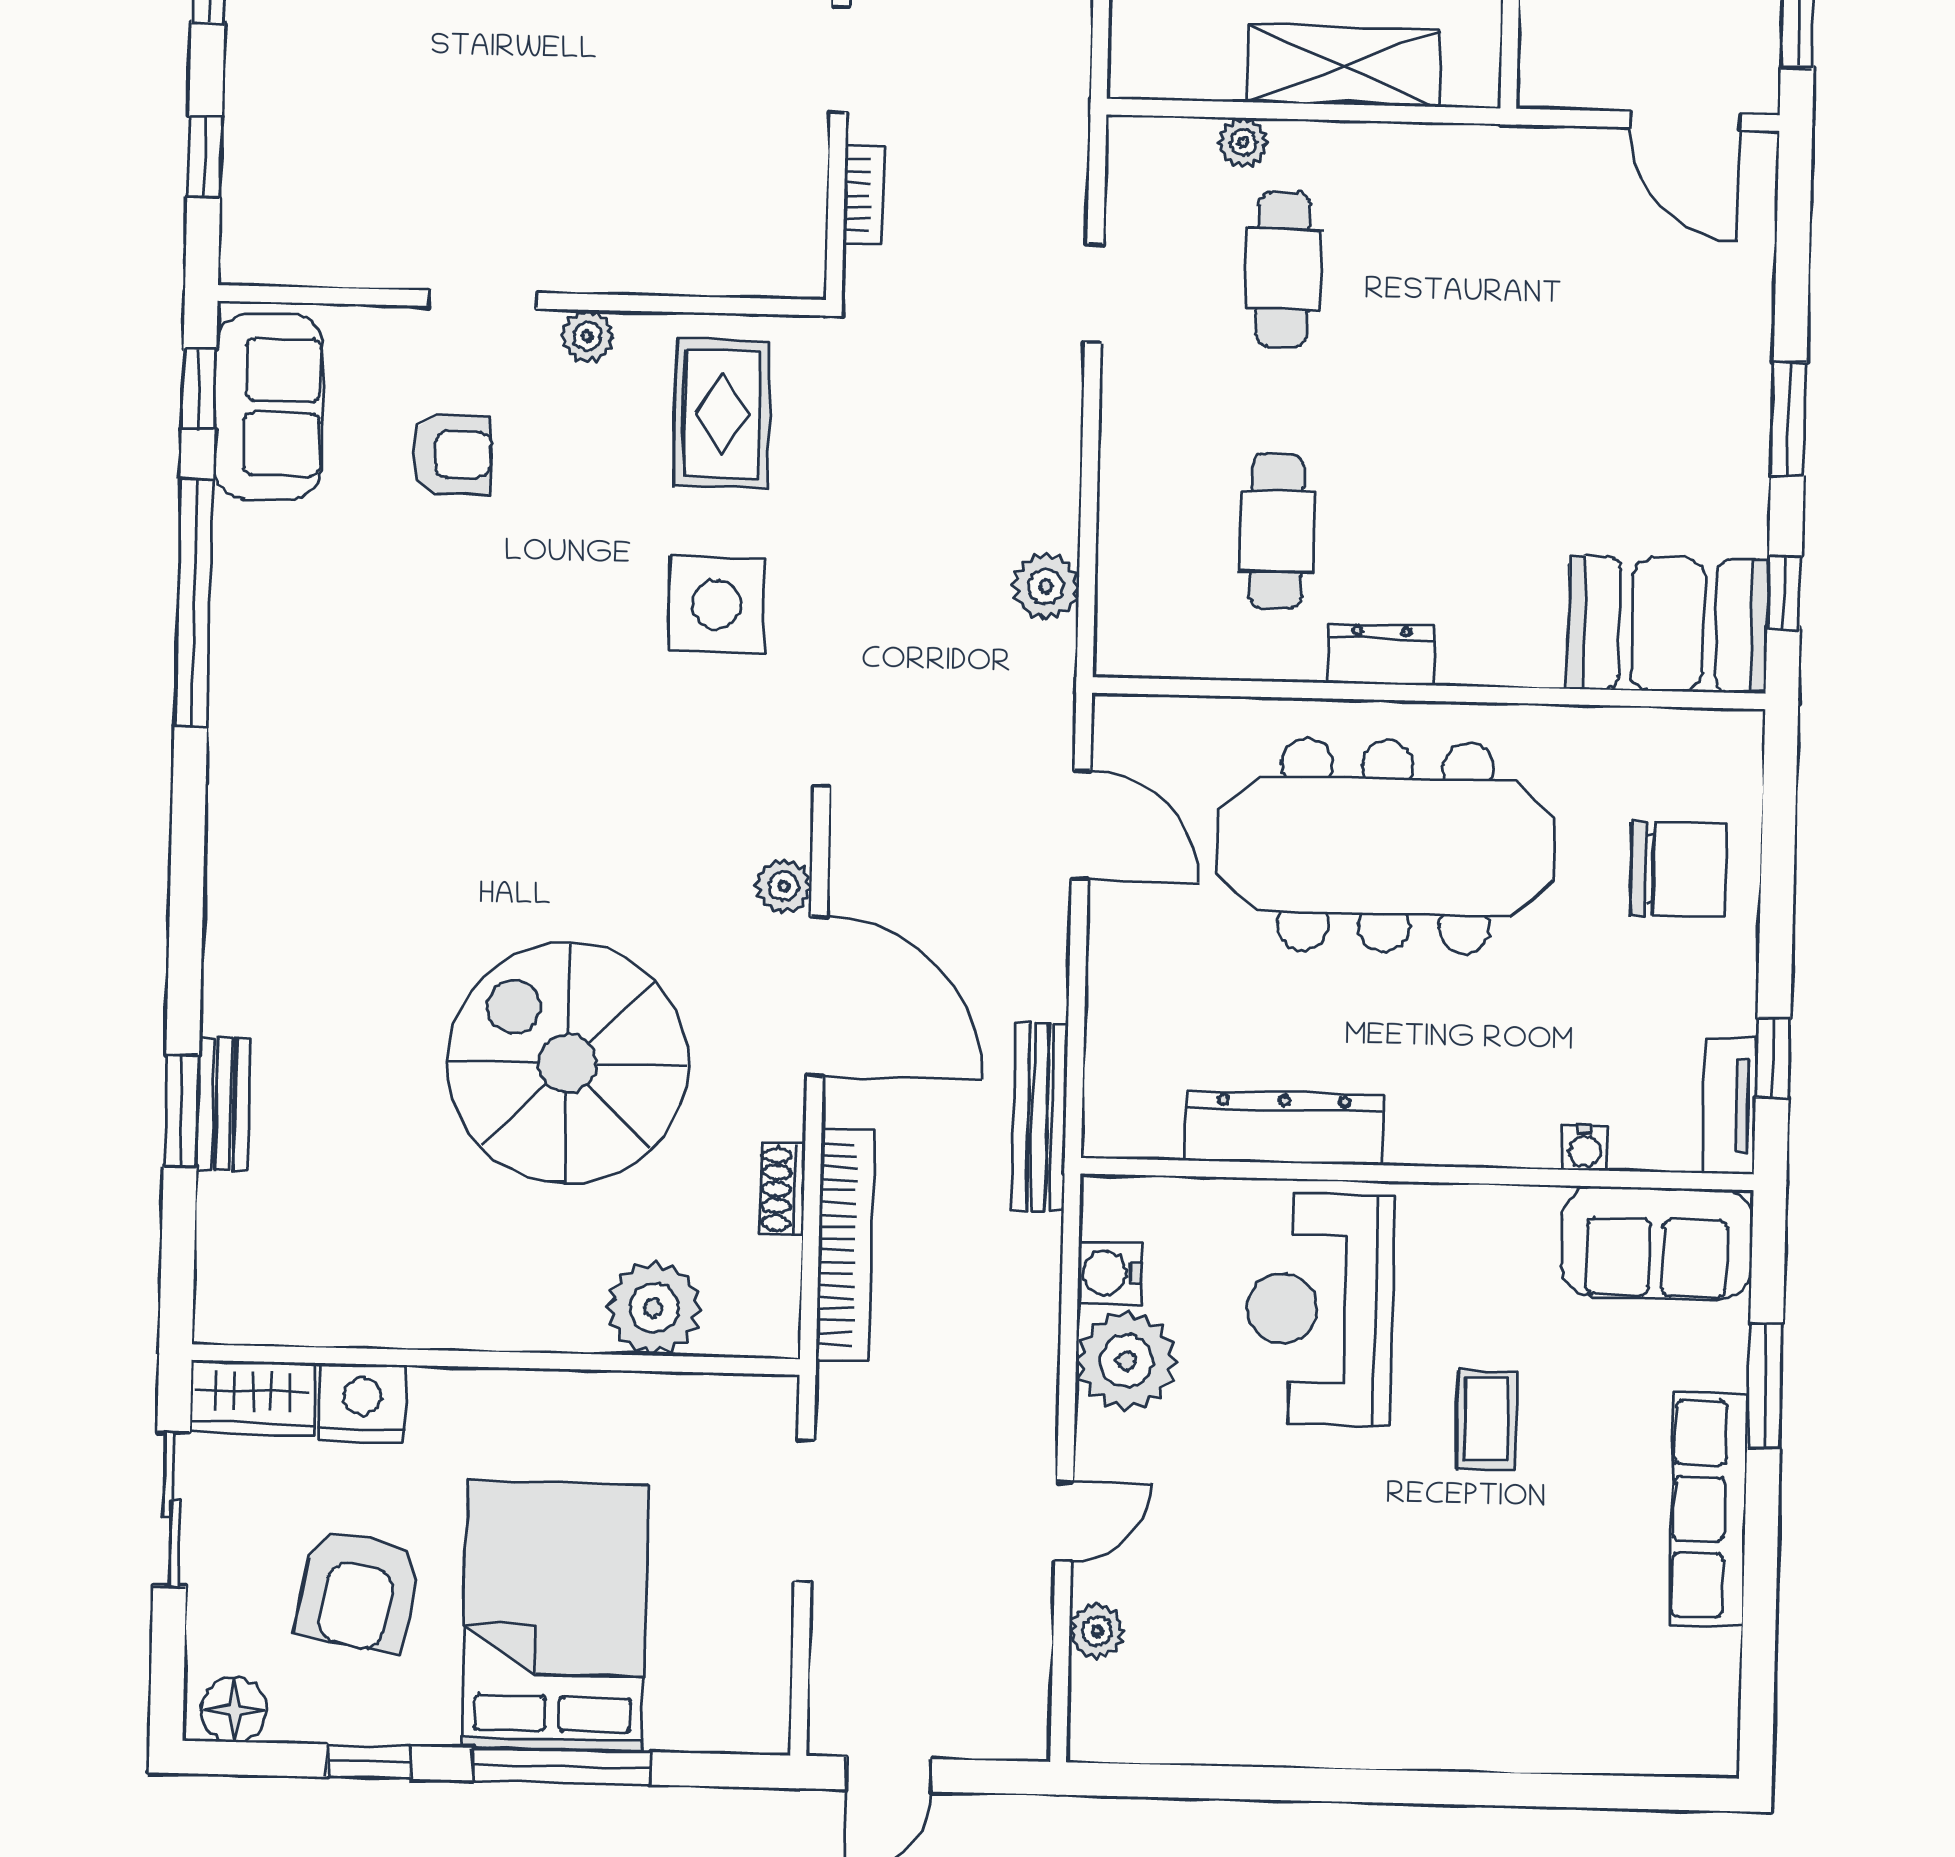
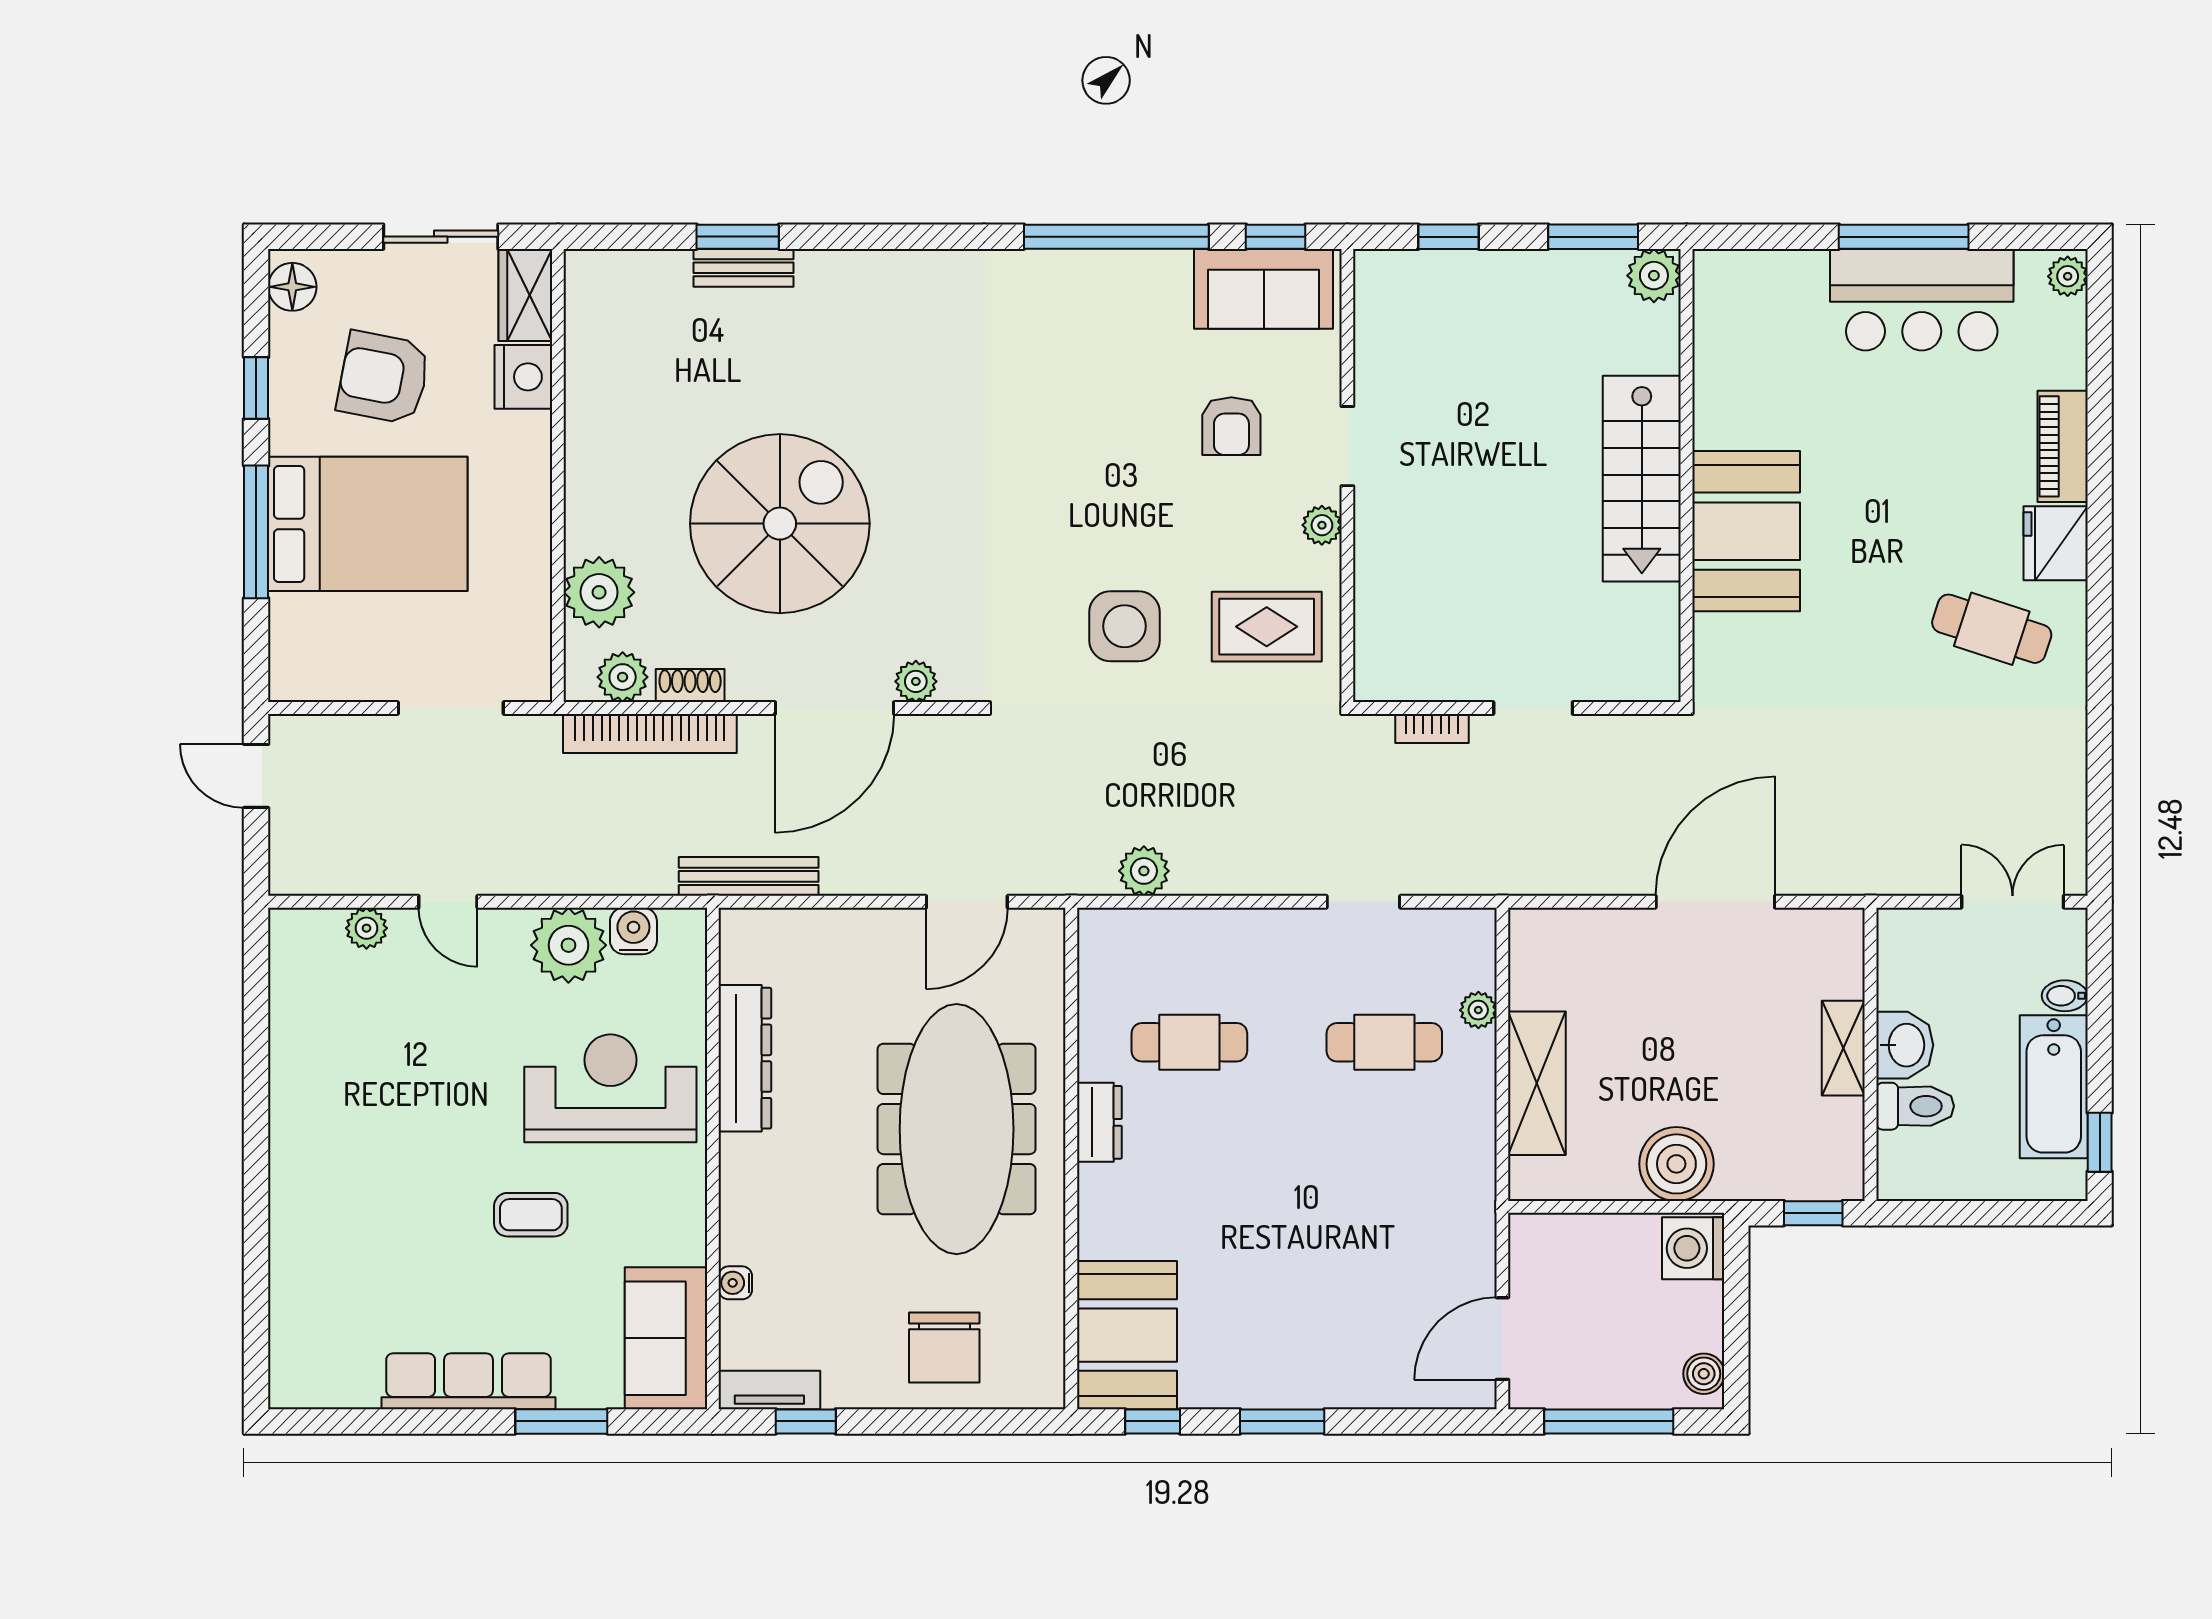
plant: (768, 1279) -> (623, 677), added

